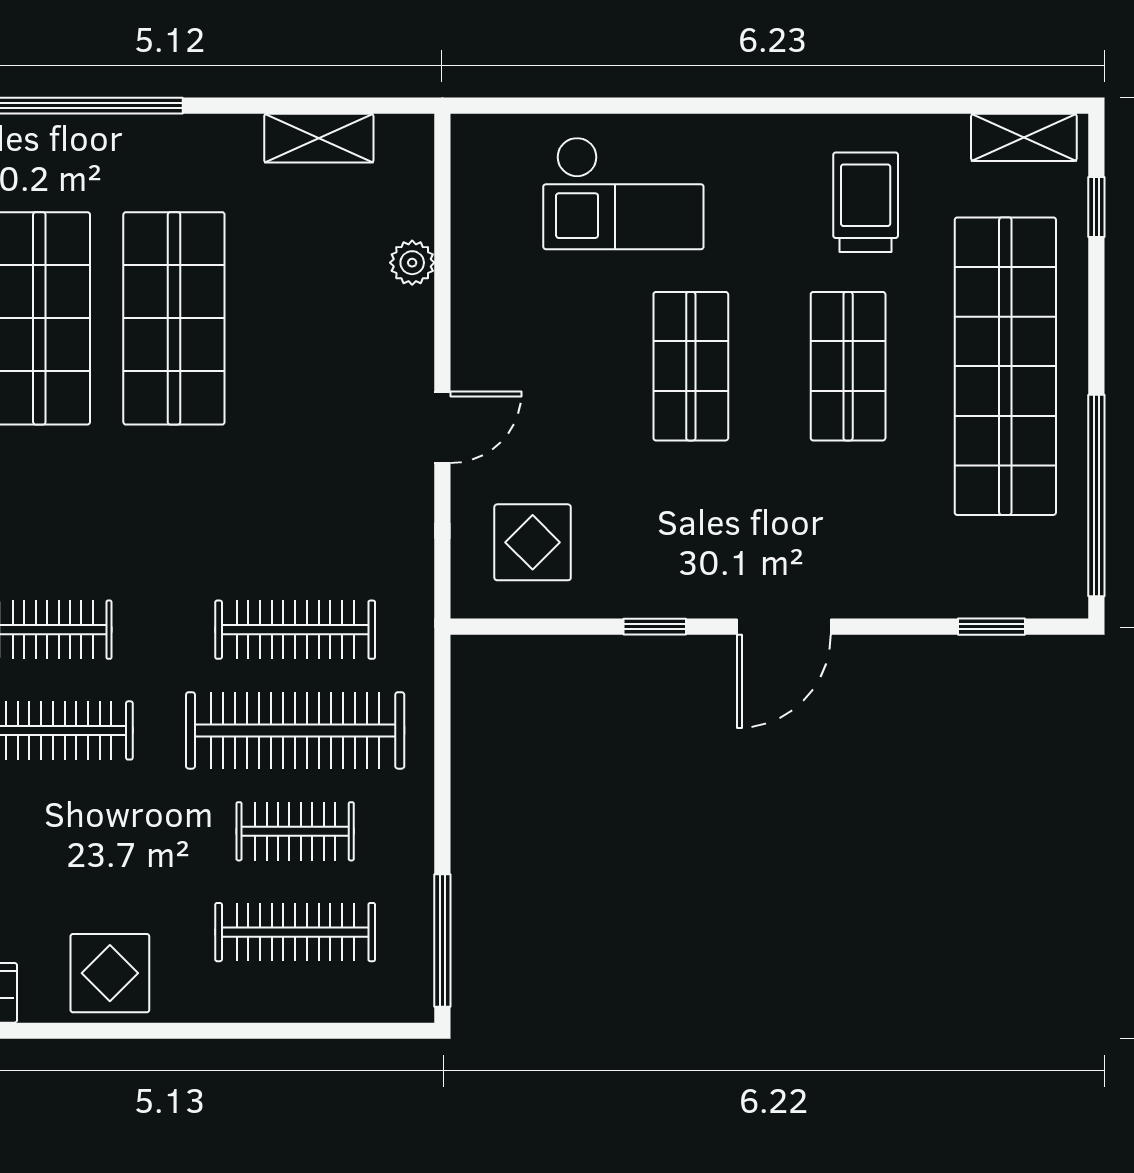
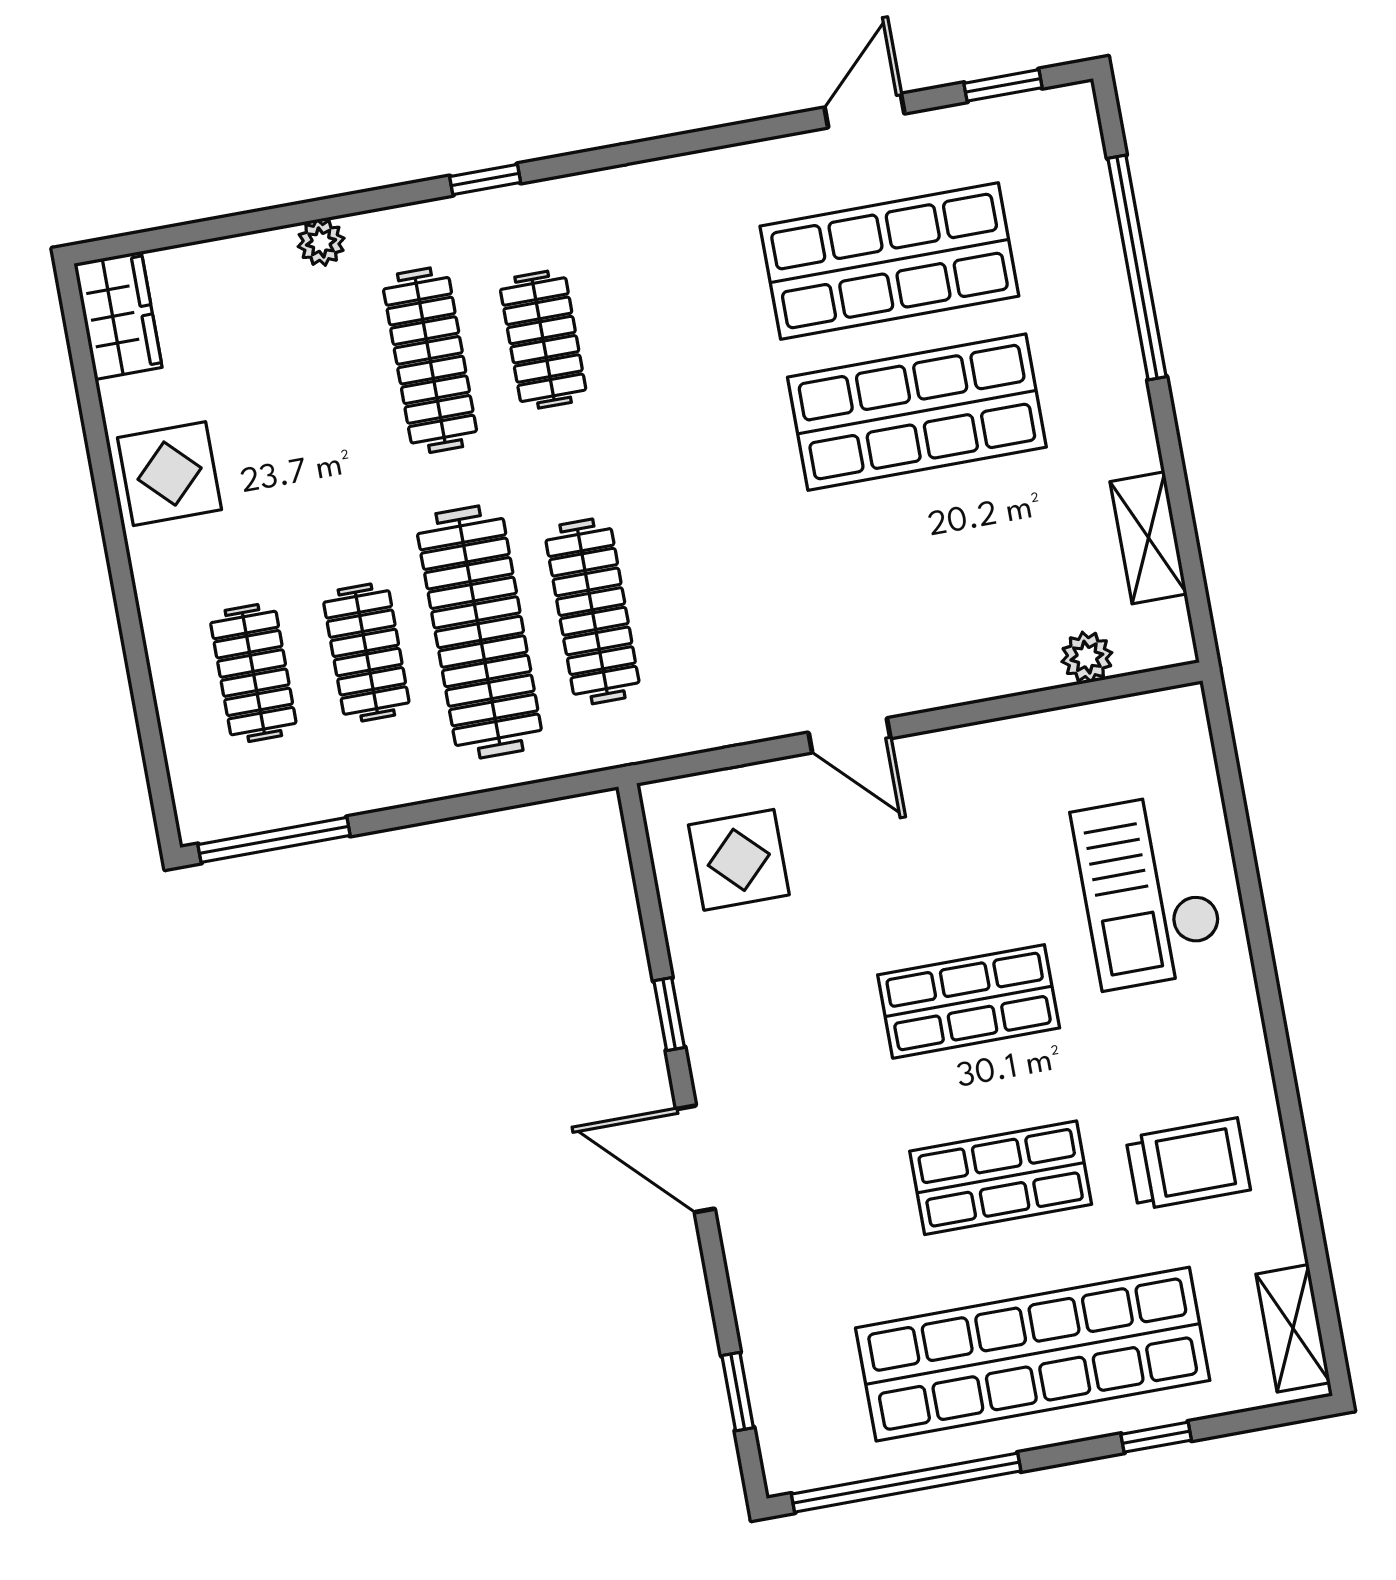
window: (1096, 207) -> (1156, 1437), moved
plant: (412, 263) -> (1087, 657), moved
clothes rail: (295, 932) -> (253, 673), width x0.73

